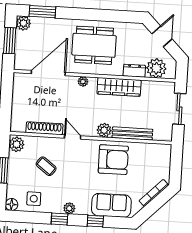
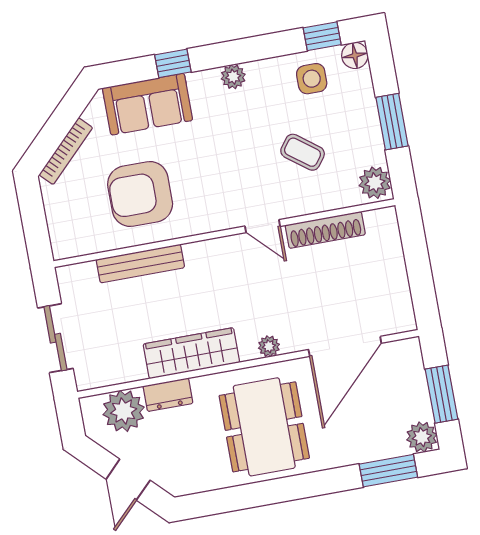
dining table: (94, 45) -> (264, 427), turned 90
plant: (104, 130) -> (201, 256), removed
armchair: (113, 160) -> (140, 194), moved
window: (59, 219) -> (322, 36), moved

